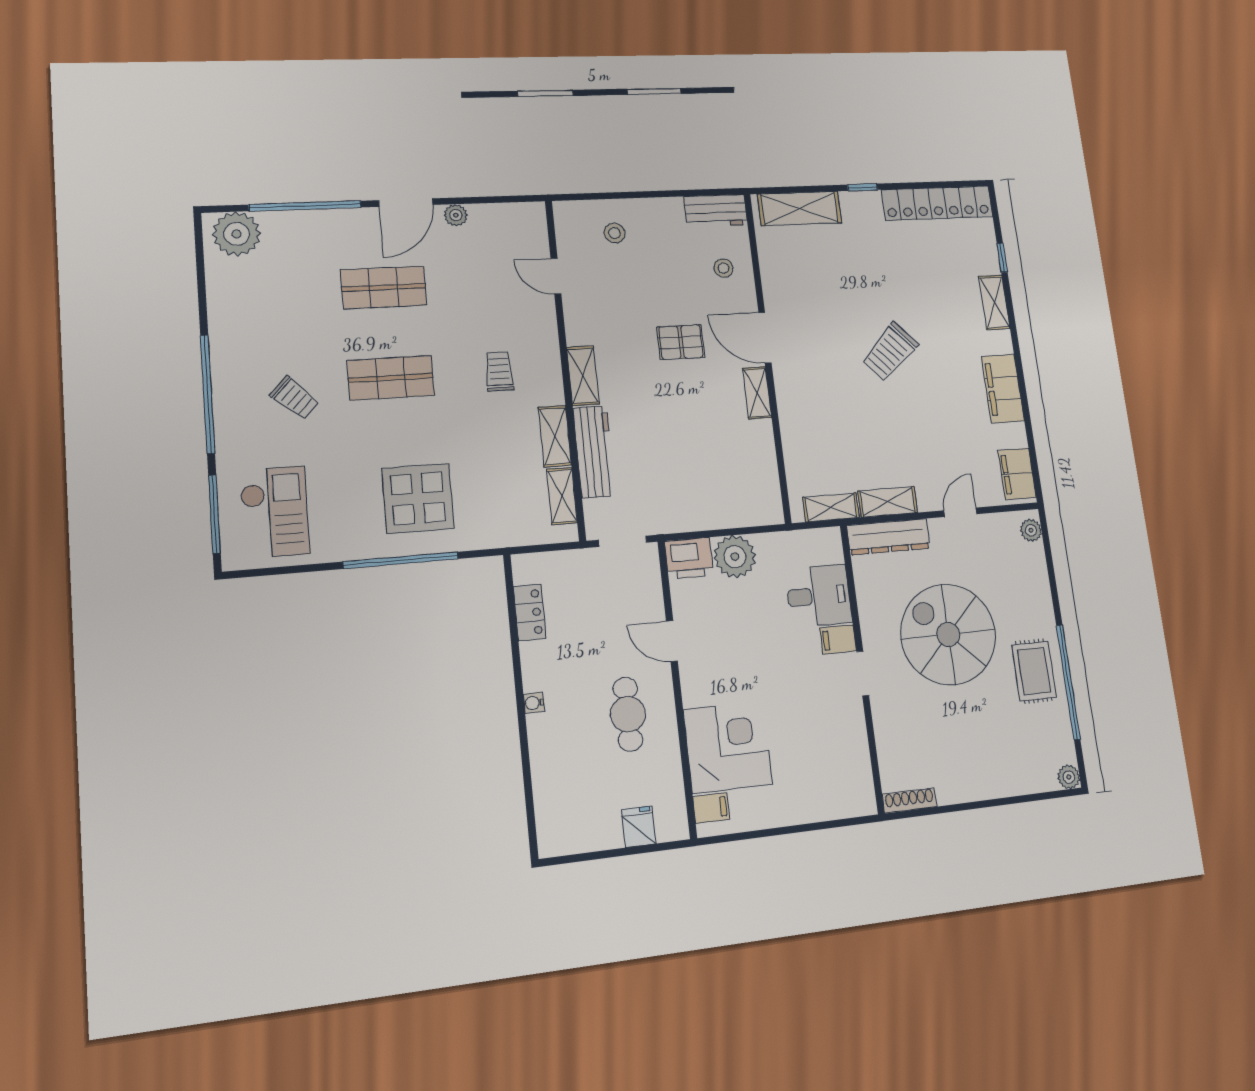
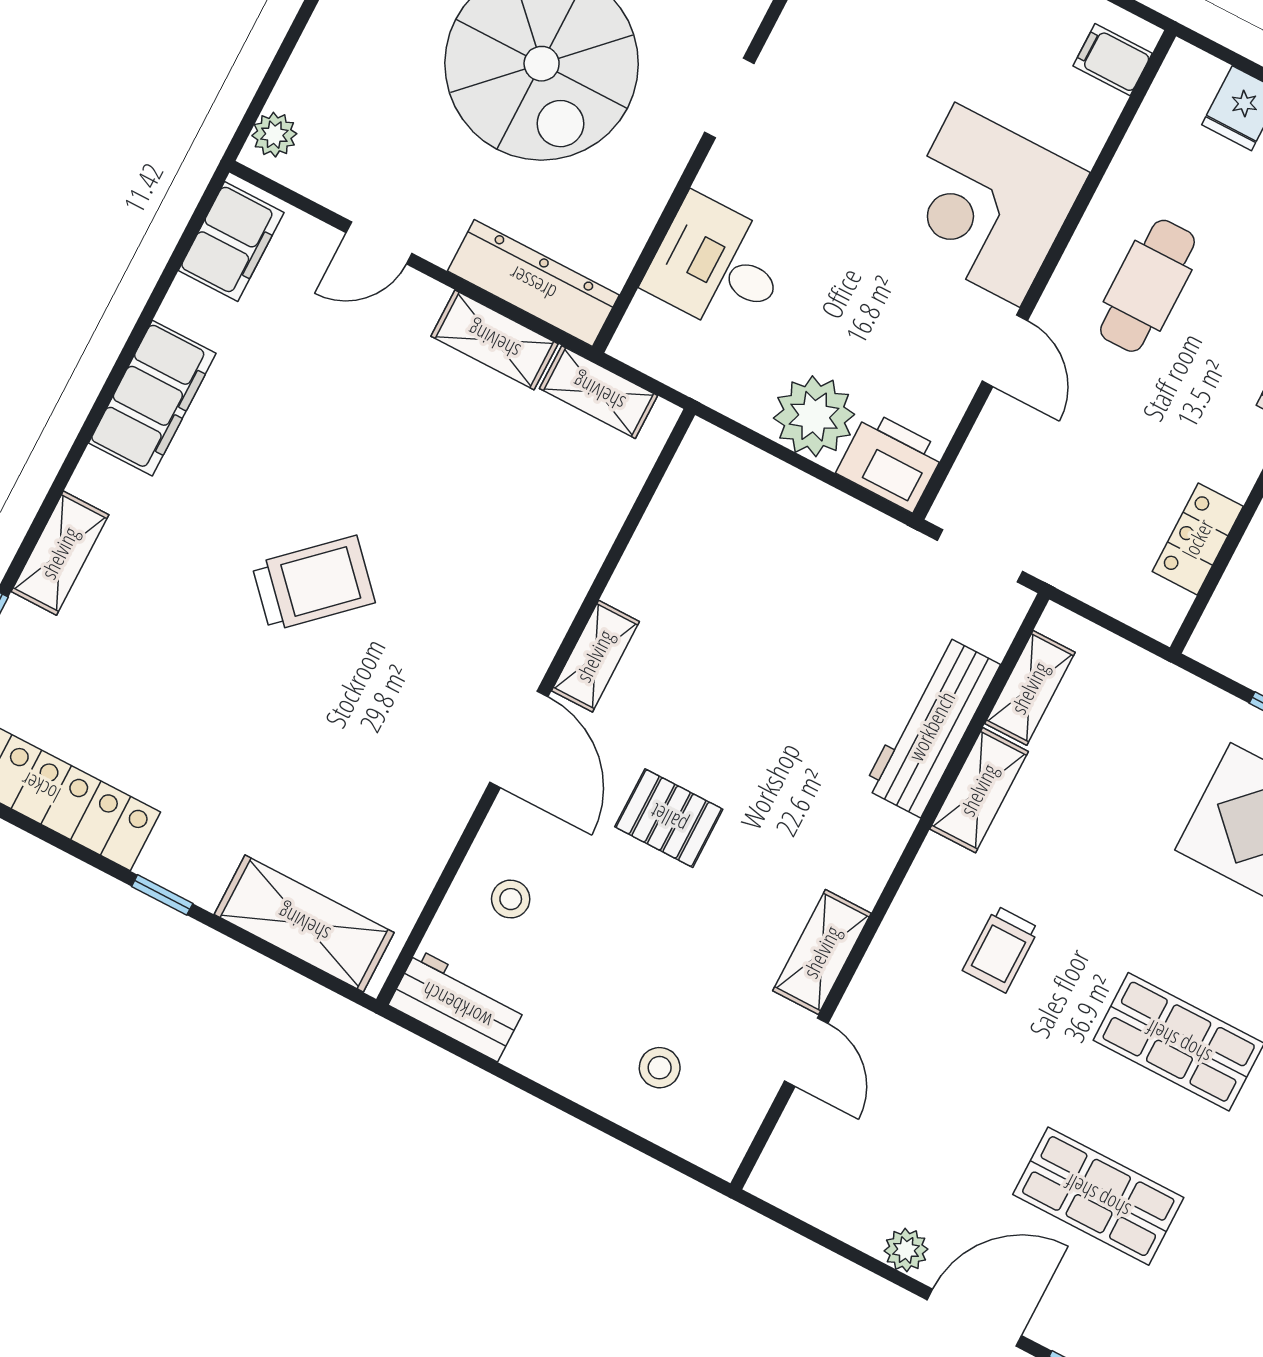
shelving: (583, 376) -> (822, 952), moved
filing cabinet: (838, 639) -> (733, 177), removed
corner desk: (728, 747) -> (987, 205), moved

